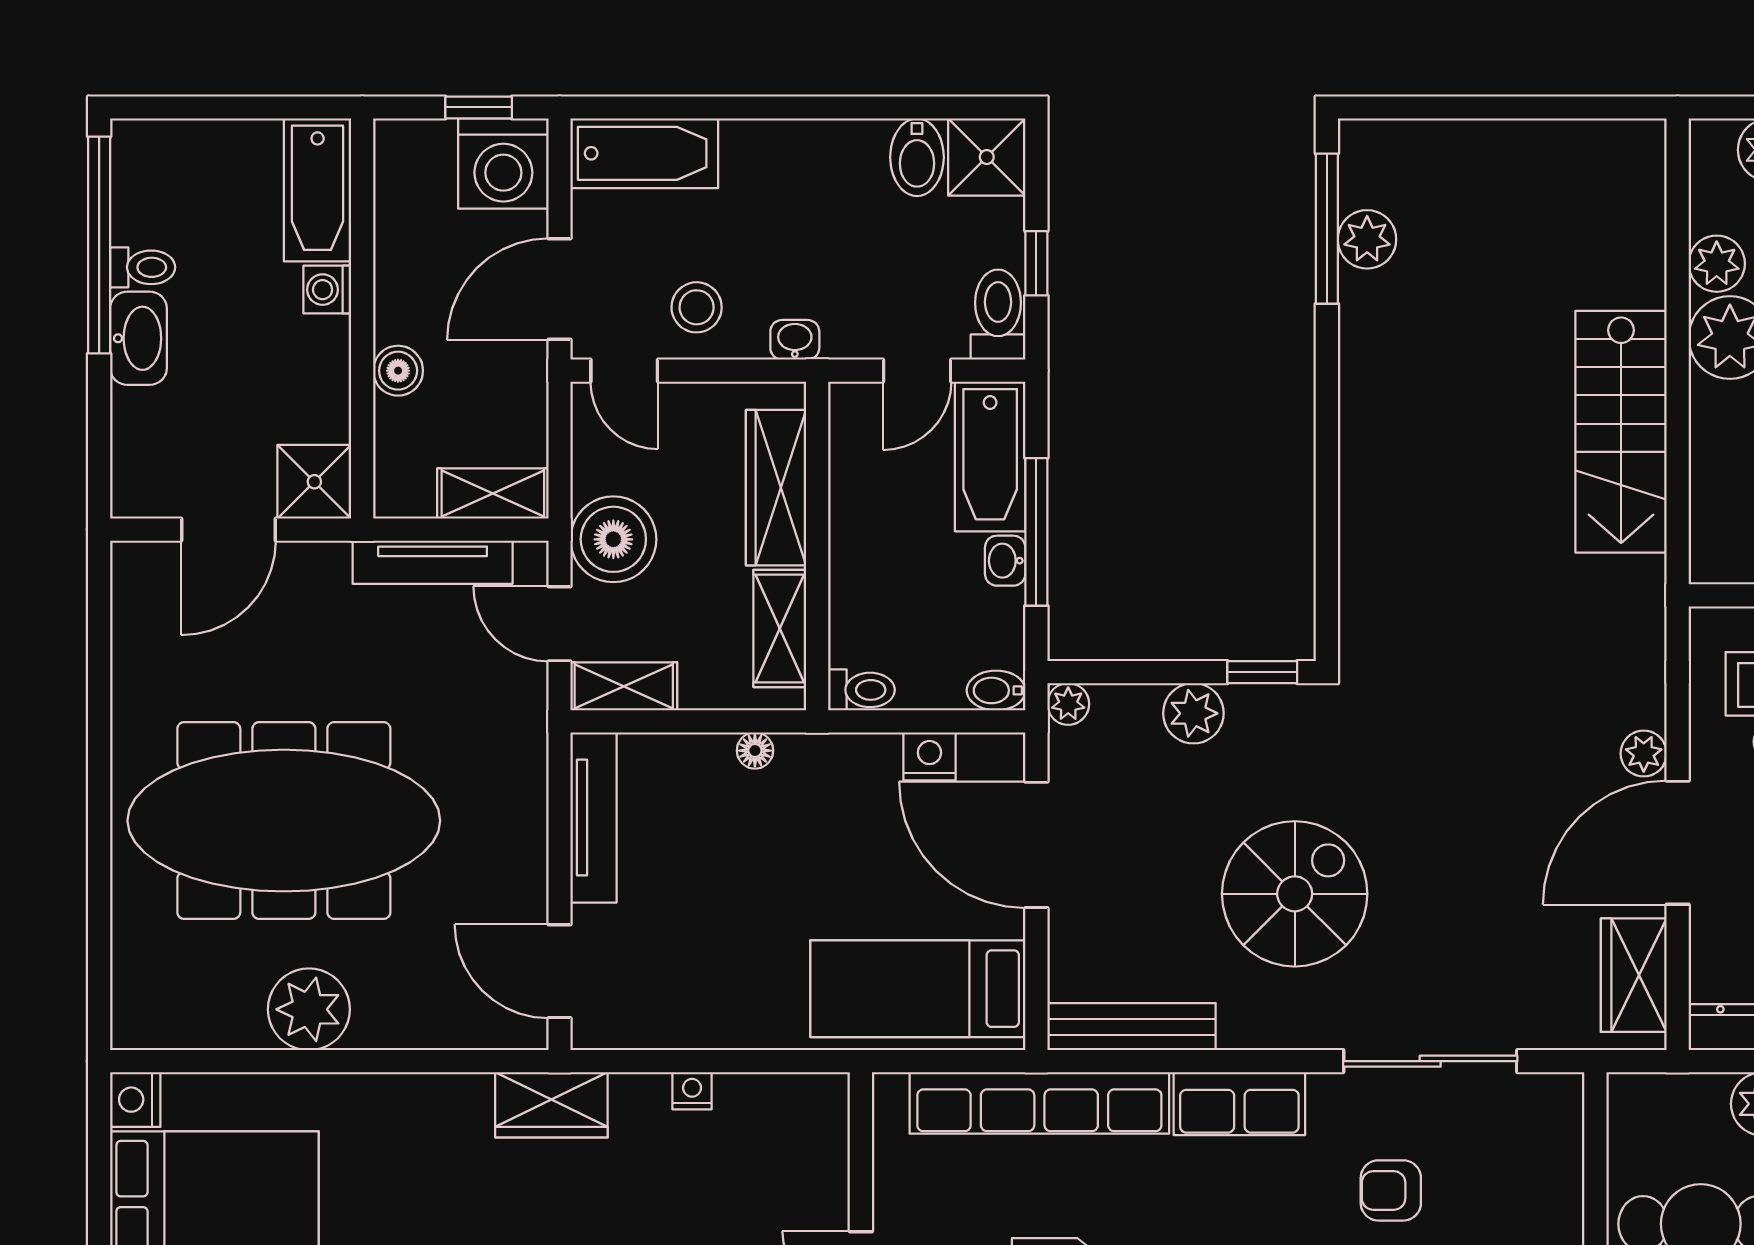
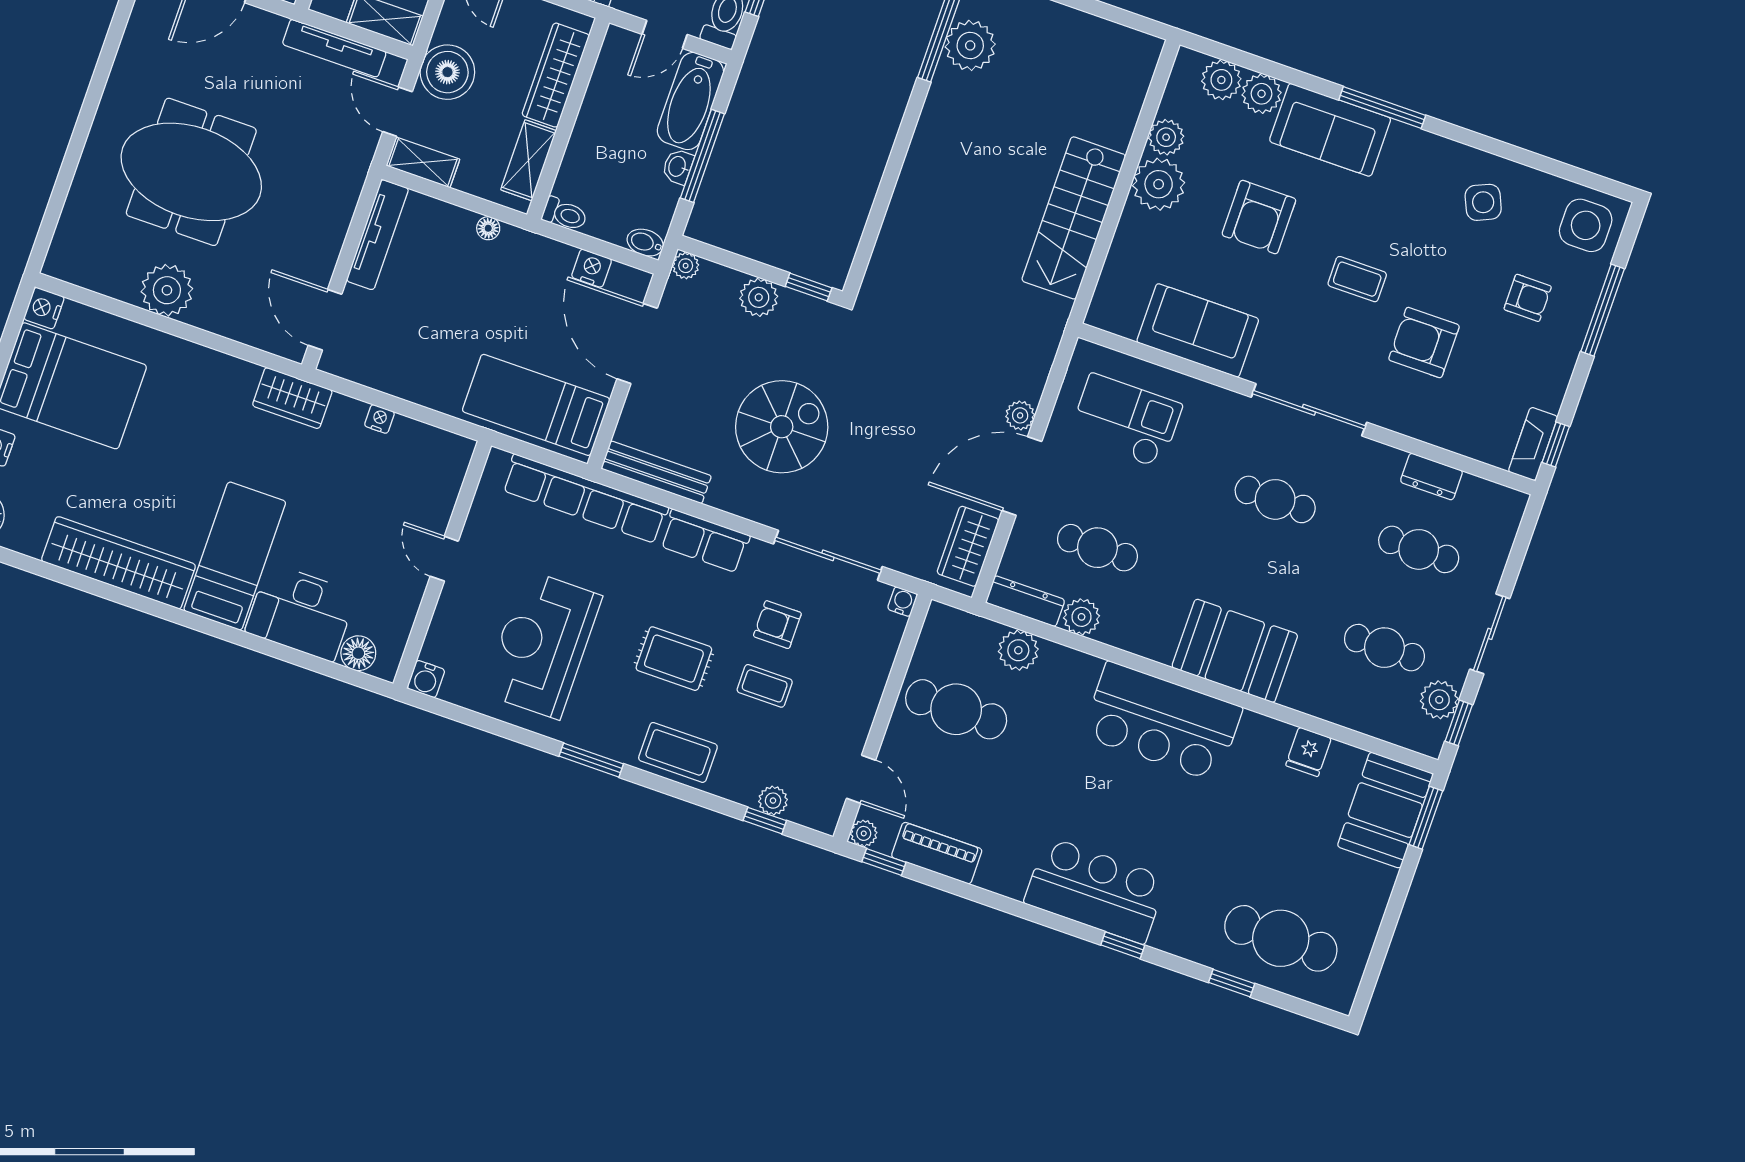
plant: (1367, 239) -> (970, 45), width x1.36, depth x1.36
meeting table: (284, 821) -> (191, 172), width x0.73
water cooler: (1565, 1091) -> (903, 602), added

